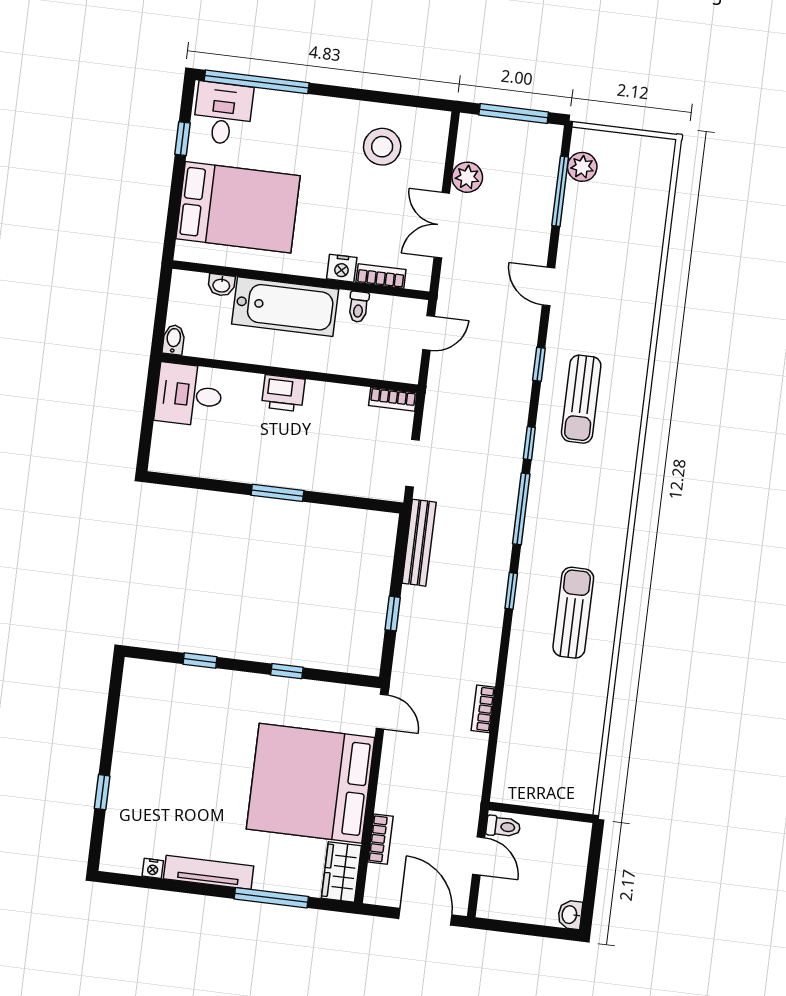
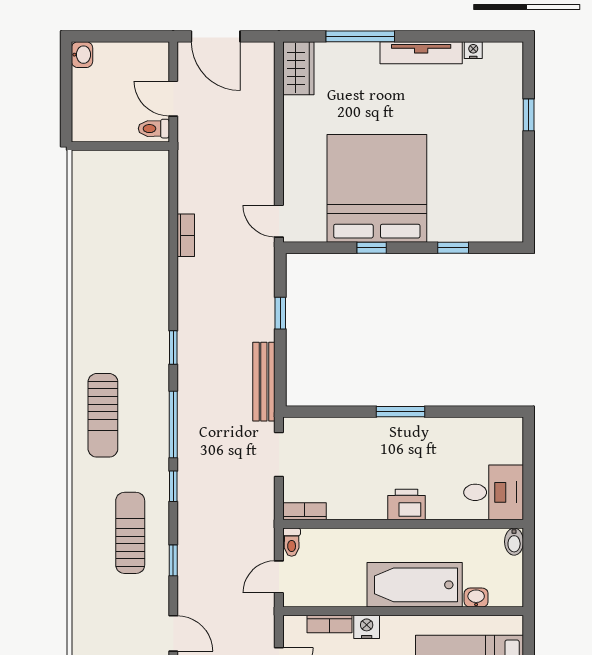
toilet: (358, 307) -> (292, 542), moved, turned 180
sun lounger: (573, 613) -> (103, 415), moved
bed: (311, 783) -> (377, 188), moved, turned -90
bookcase: (380, 839) -> (266, 103), removed

